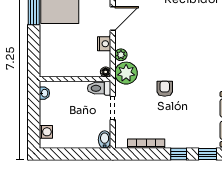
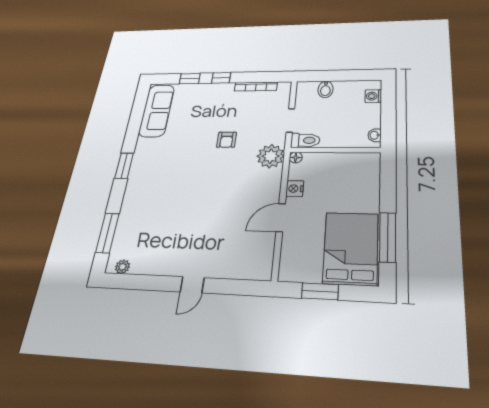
plant: (121, 55) -> (275, 176), removed
bidet: (105, 140) -> (325, 89), moved

